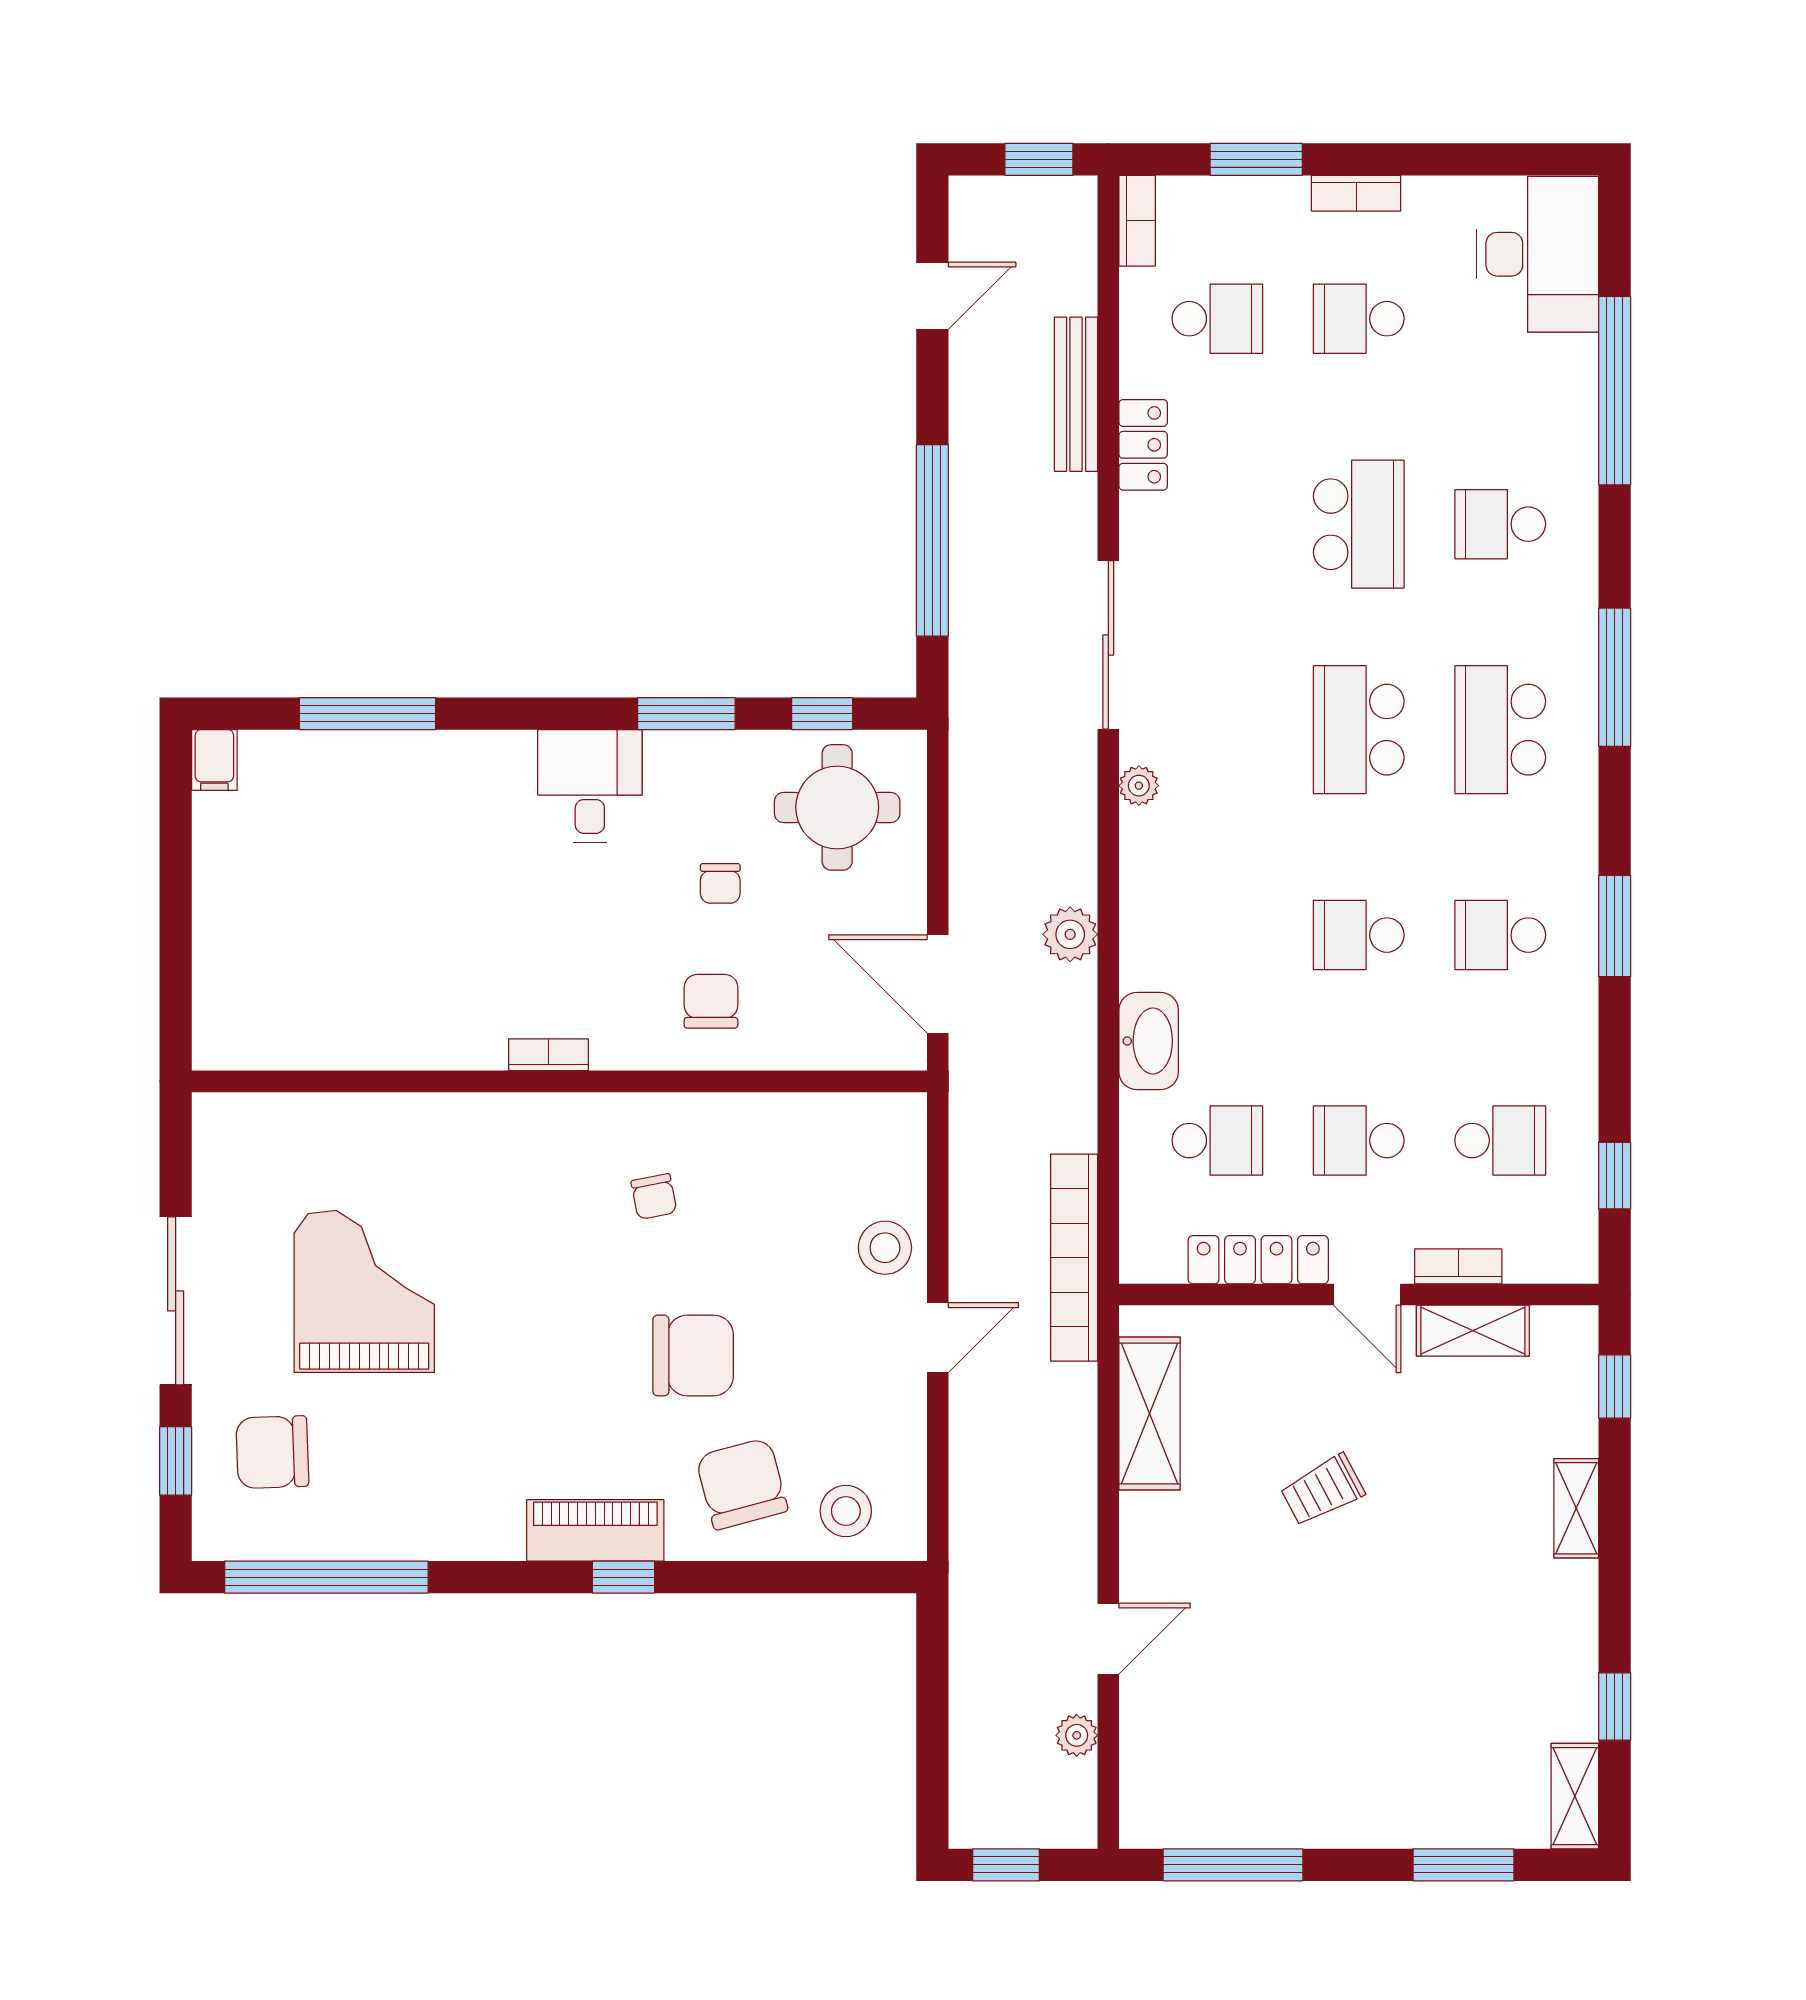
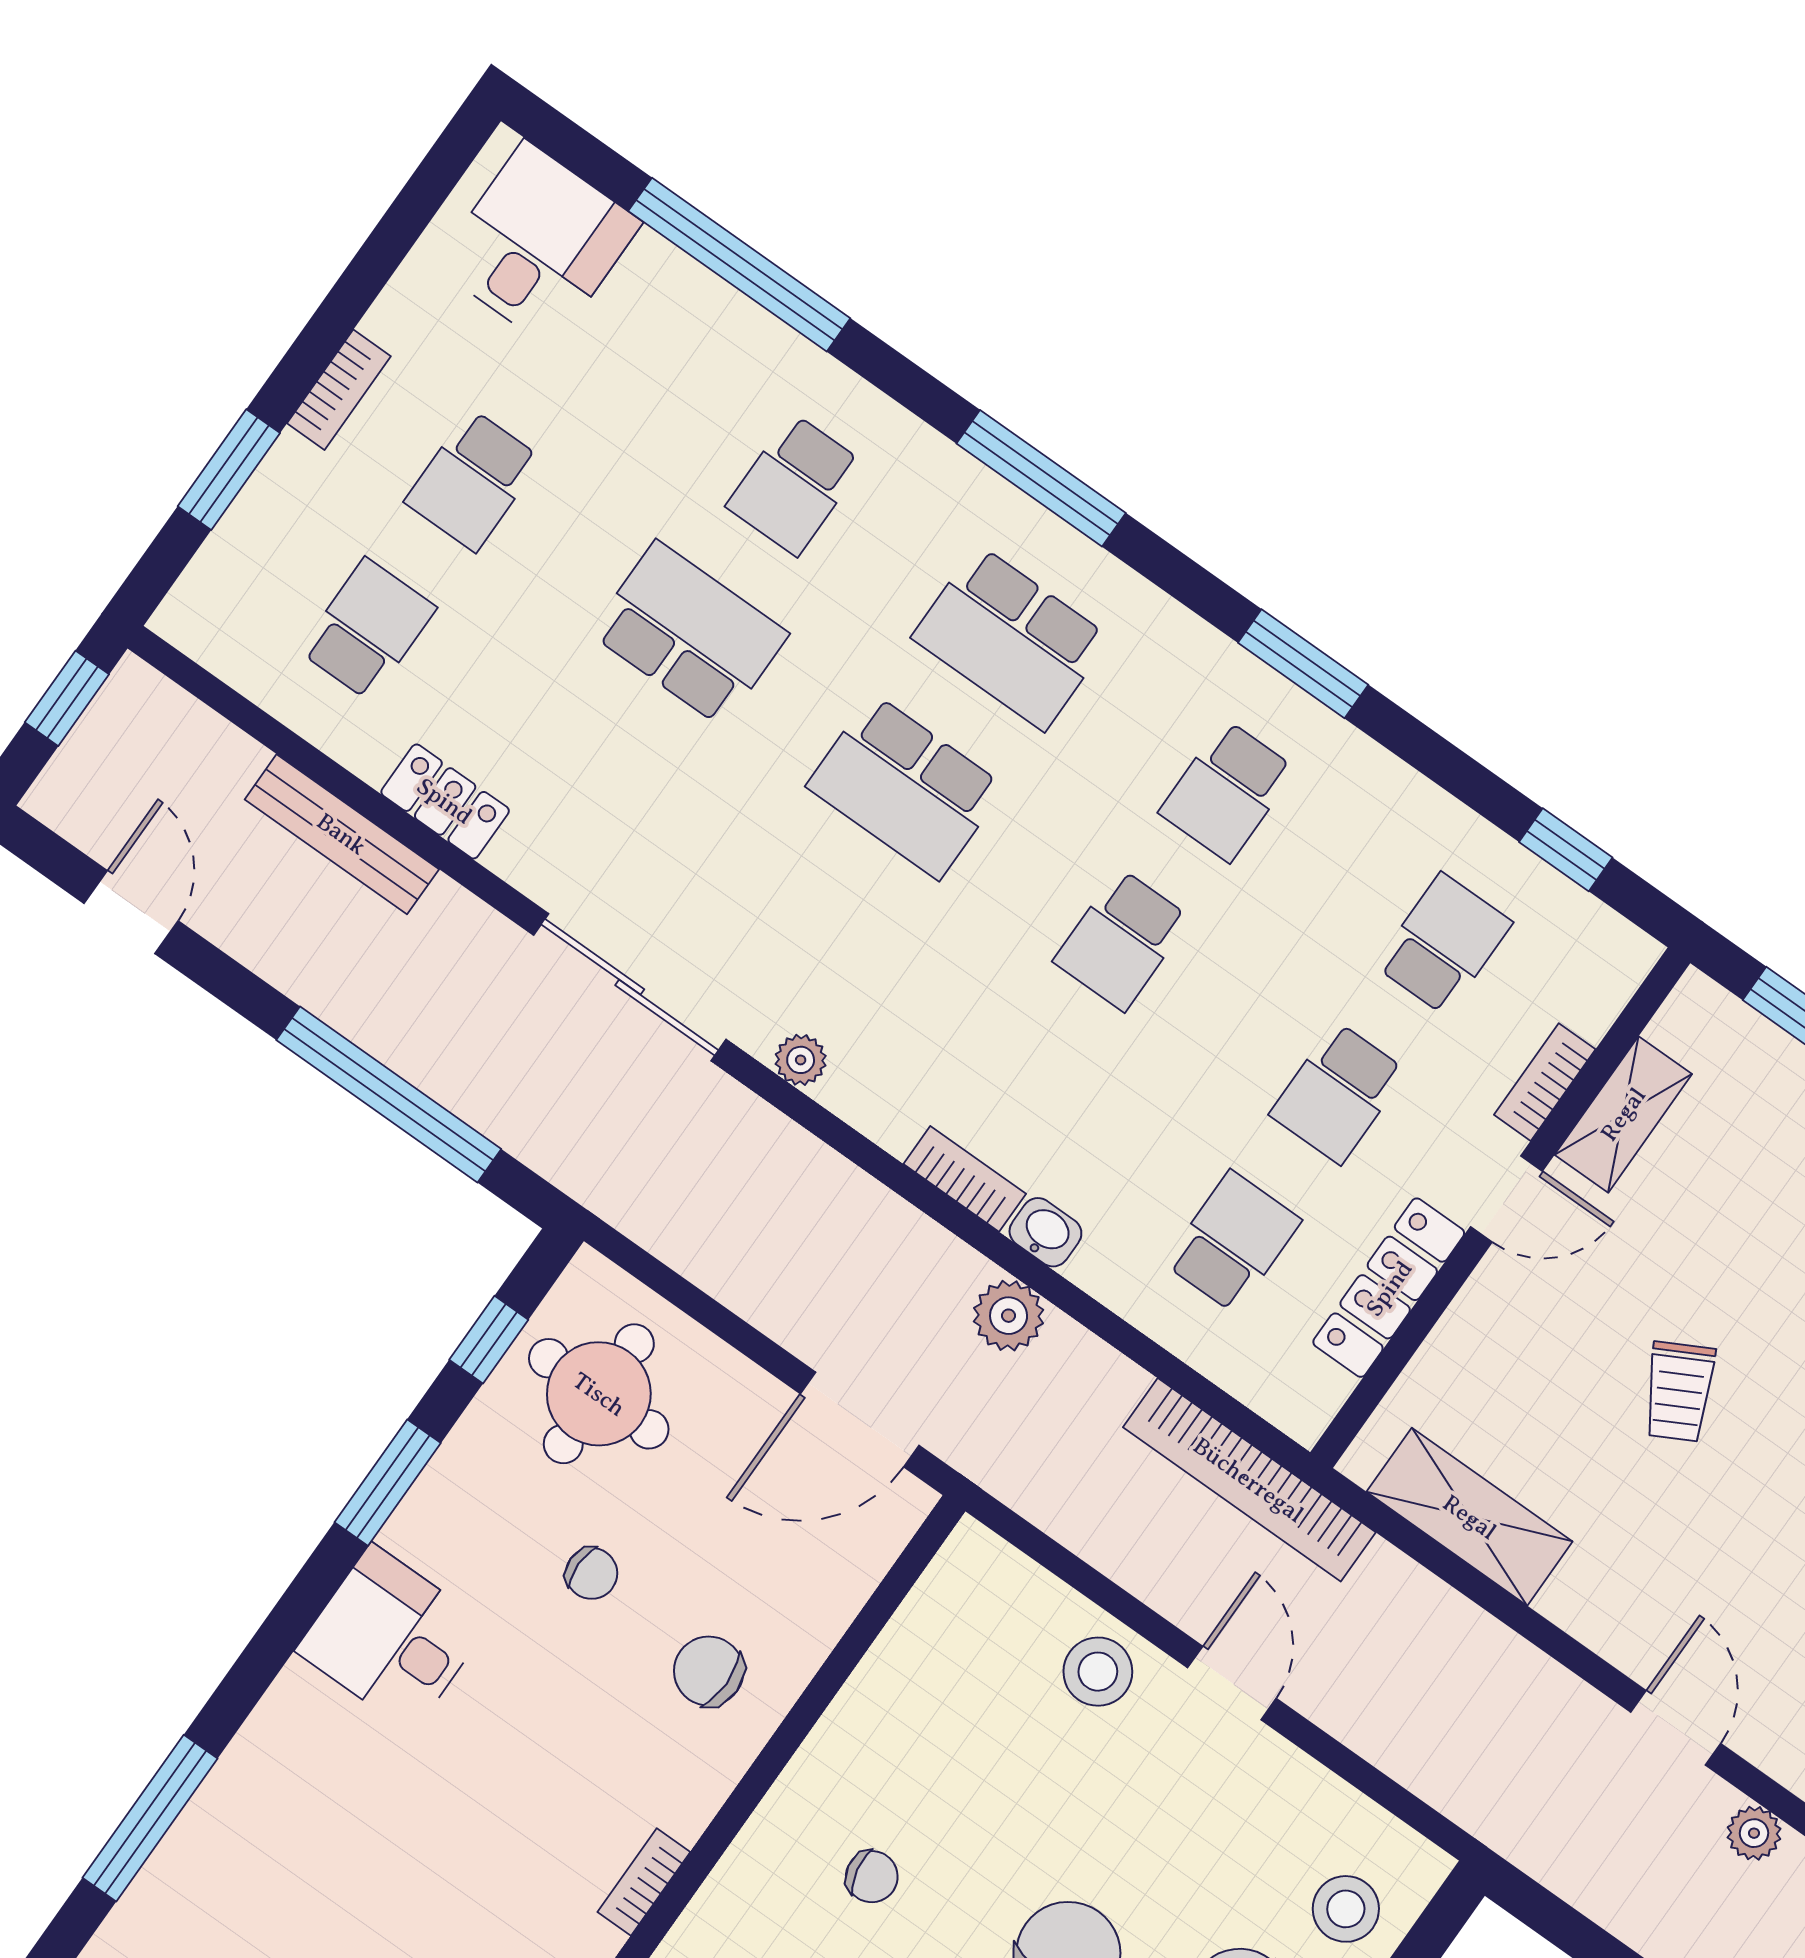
bookcase: (1137, 221) -> (965, 1179), moved
desk: (1537, 254) -> (538, 244), width x0.73
plant: (1070, 934) -> (1009, 1316), moved
washbasin: (1149, 1041) -> (1045, 1232), width x0.52, depth x0.69

